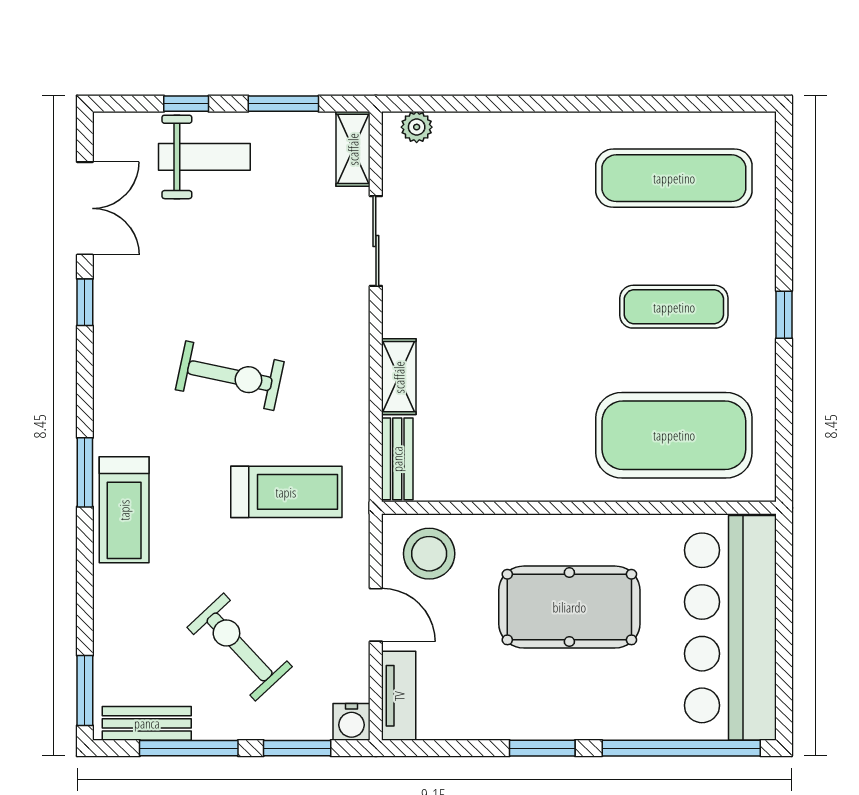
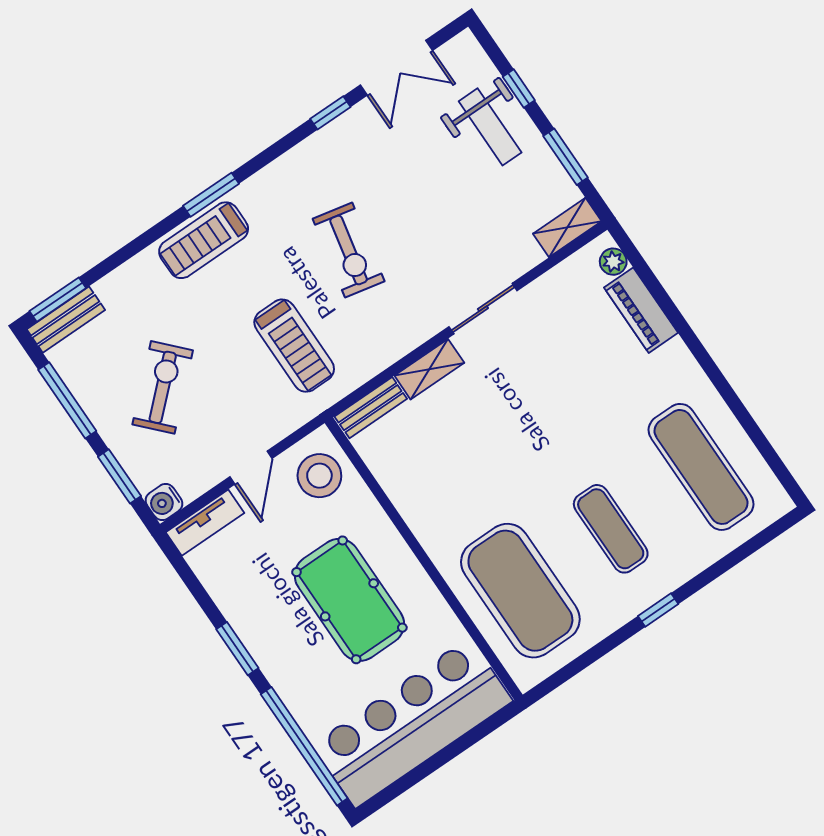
piano: (482, 132) -> (641, 310), added
sliding door: (376, 241) -> (483, 309), moved
bench: (147, 723) -> (66, 320), moved, turned 90

